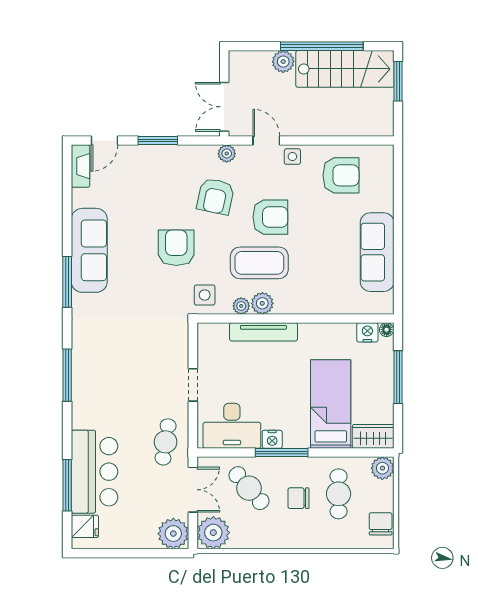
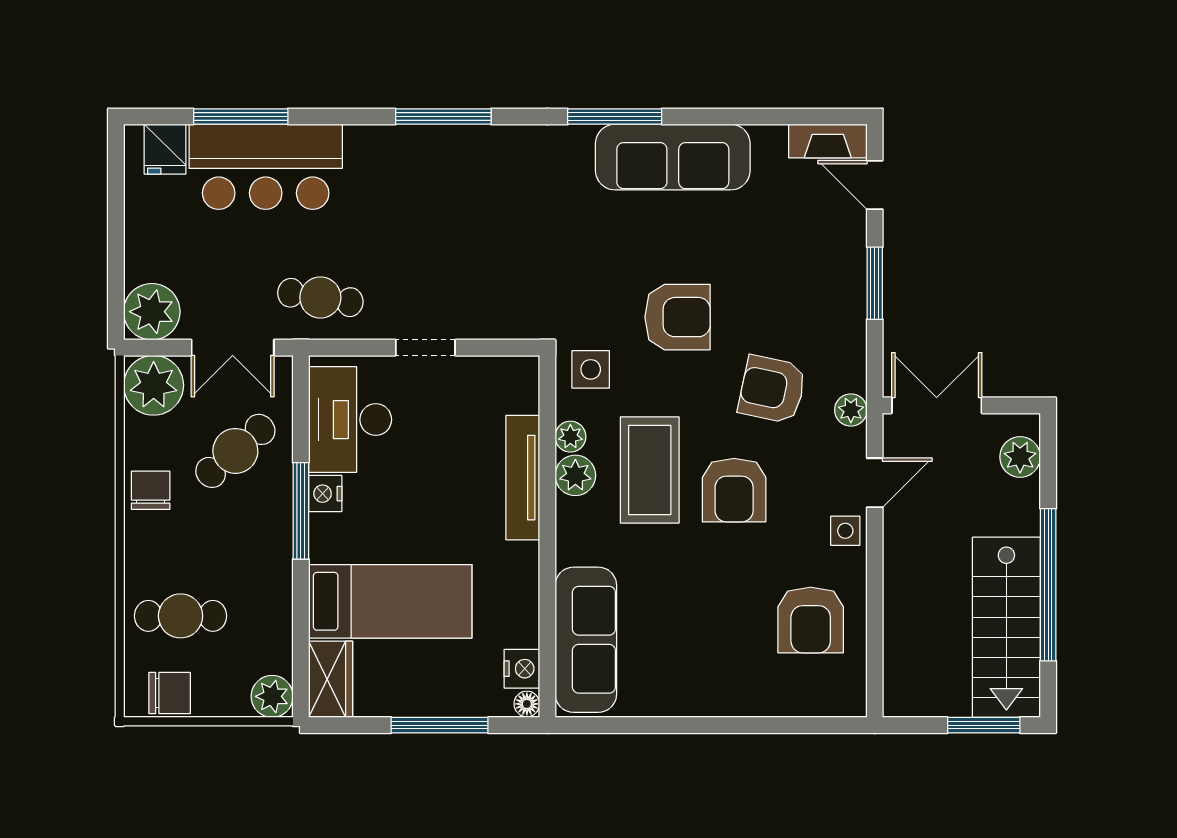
plant: (283, 62) -> (1020, 457), moved
sofa: (377, 252) -> (586, 640), moved, turned 90
cafe table: (339, 494) -> (181, 616), moved
chair: (298, 498) -> (151, 490), moved

